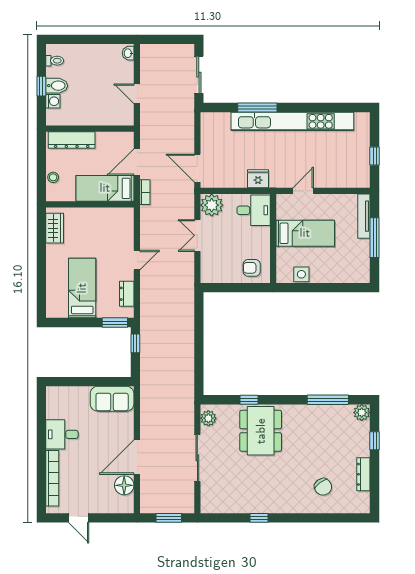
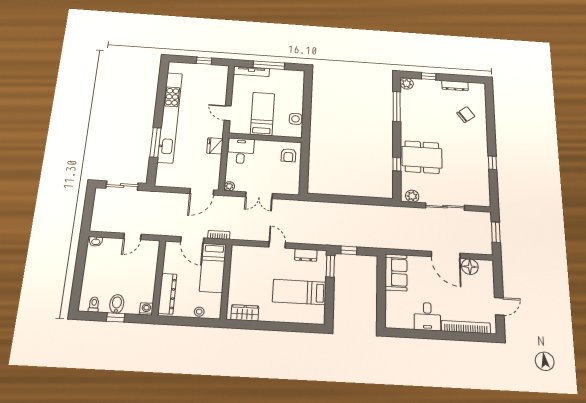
washing machine: (53, 101) -> (146, 309), moved
plant: (212, 205) -> (229, 186), width x0.53, depth x0.53

